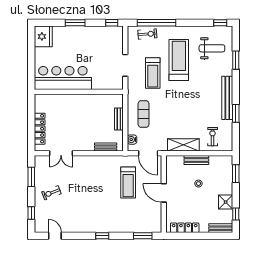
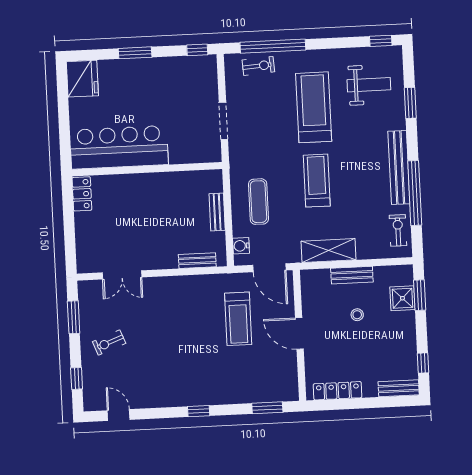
treadmill: (153, 73) -> (317, 181), moved, turned 180
window: (236, 113) -> (415, 193), width x2.11
locker: (40, 129) -> (82, 194), moved, width x0.66
exercise bike: (213, 137) -> (398, 230), moved
shower: (226, 202) -> (402, 298), moved

